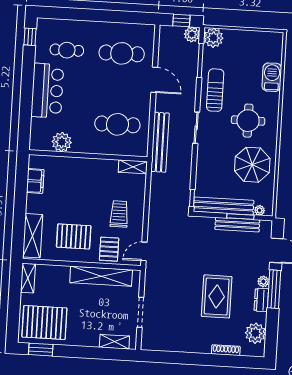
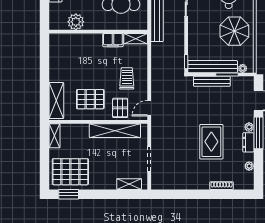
filing cabinet: (35, 181) -> (113, 40), moved, turned 90
bench: (237, 225) -> (212, 81), moved
plant: (255, 333) -> (249, 166), width x0.53, depth x0.53

